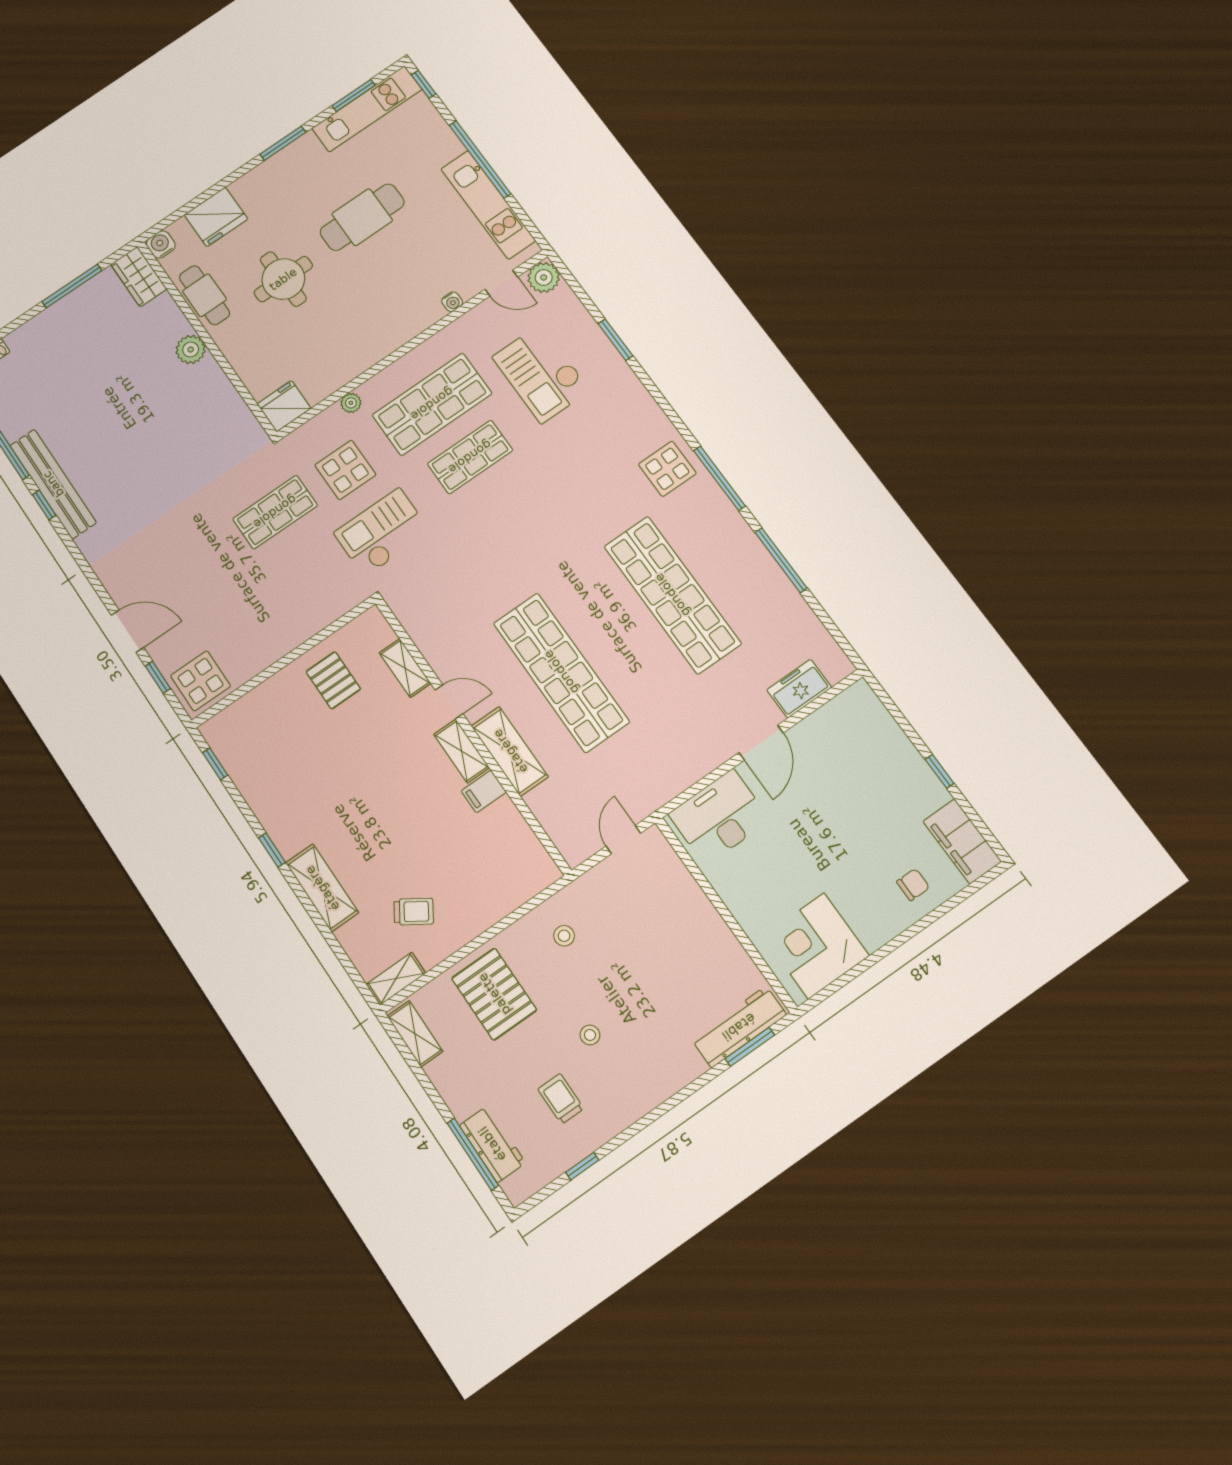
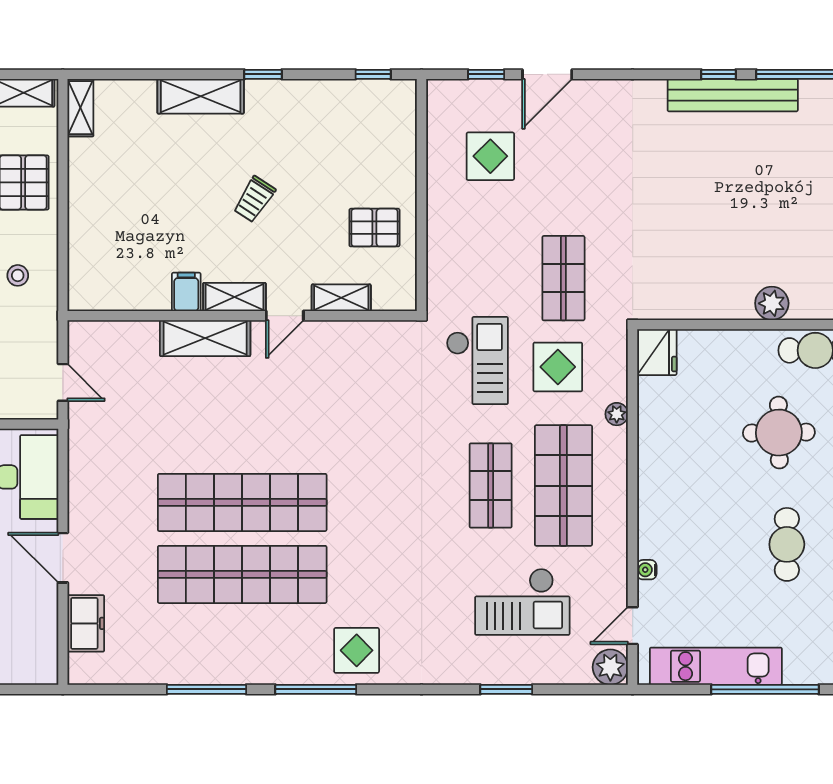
cafe table: (362, 217) -> (787, 544), width x0.73, depth x0.74
checkout: (541, 374) -> (522, 602), turned 180
shop shelf: (561, 672) -> (242, 502), moved
display table: (201, 681) -> (490, 156), moved
trolley: (414, 912) -> (254, 199), moved

